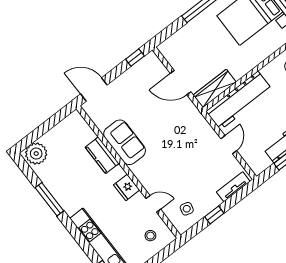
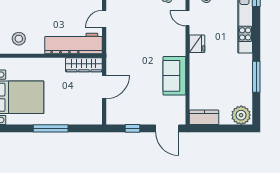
window: (135, 58) -> (133, 128), moved
door: (181, 83) -> (104, 87), hinge flipped
kitchen counter: (102, 155) -> (204, 117), moved, turned -90

